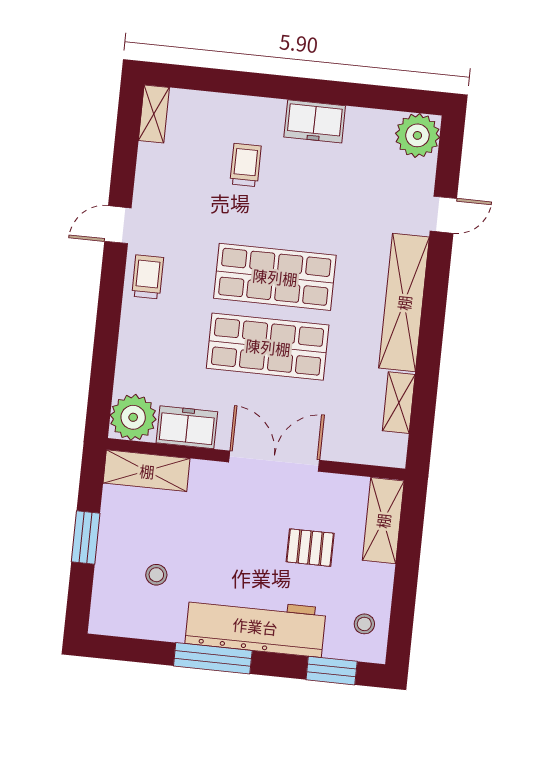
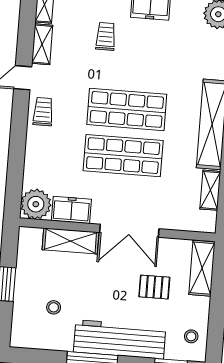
shelving: (149, 175) -> (42, 44), added
double door: (274, 461) -> (129, 231), swing flipped
shelving: (147, 471) -> (71, 241), moved

